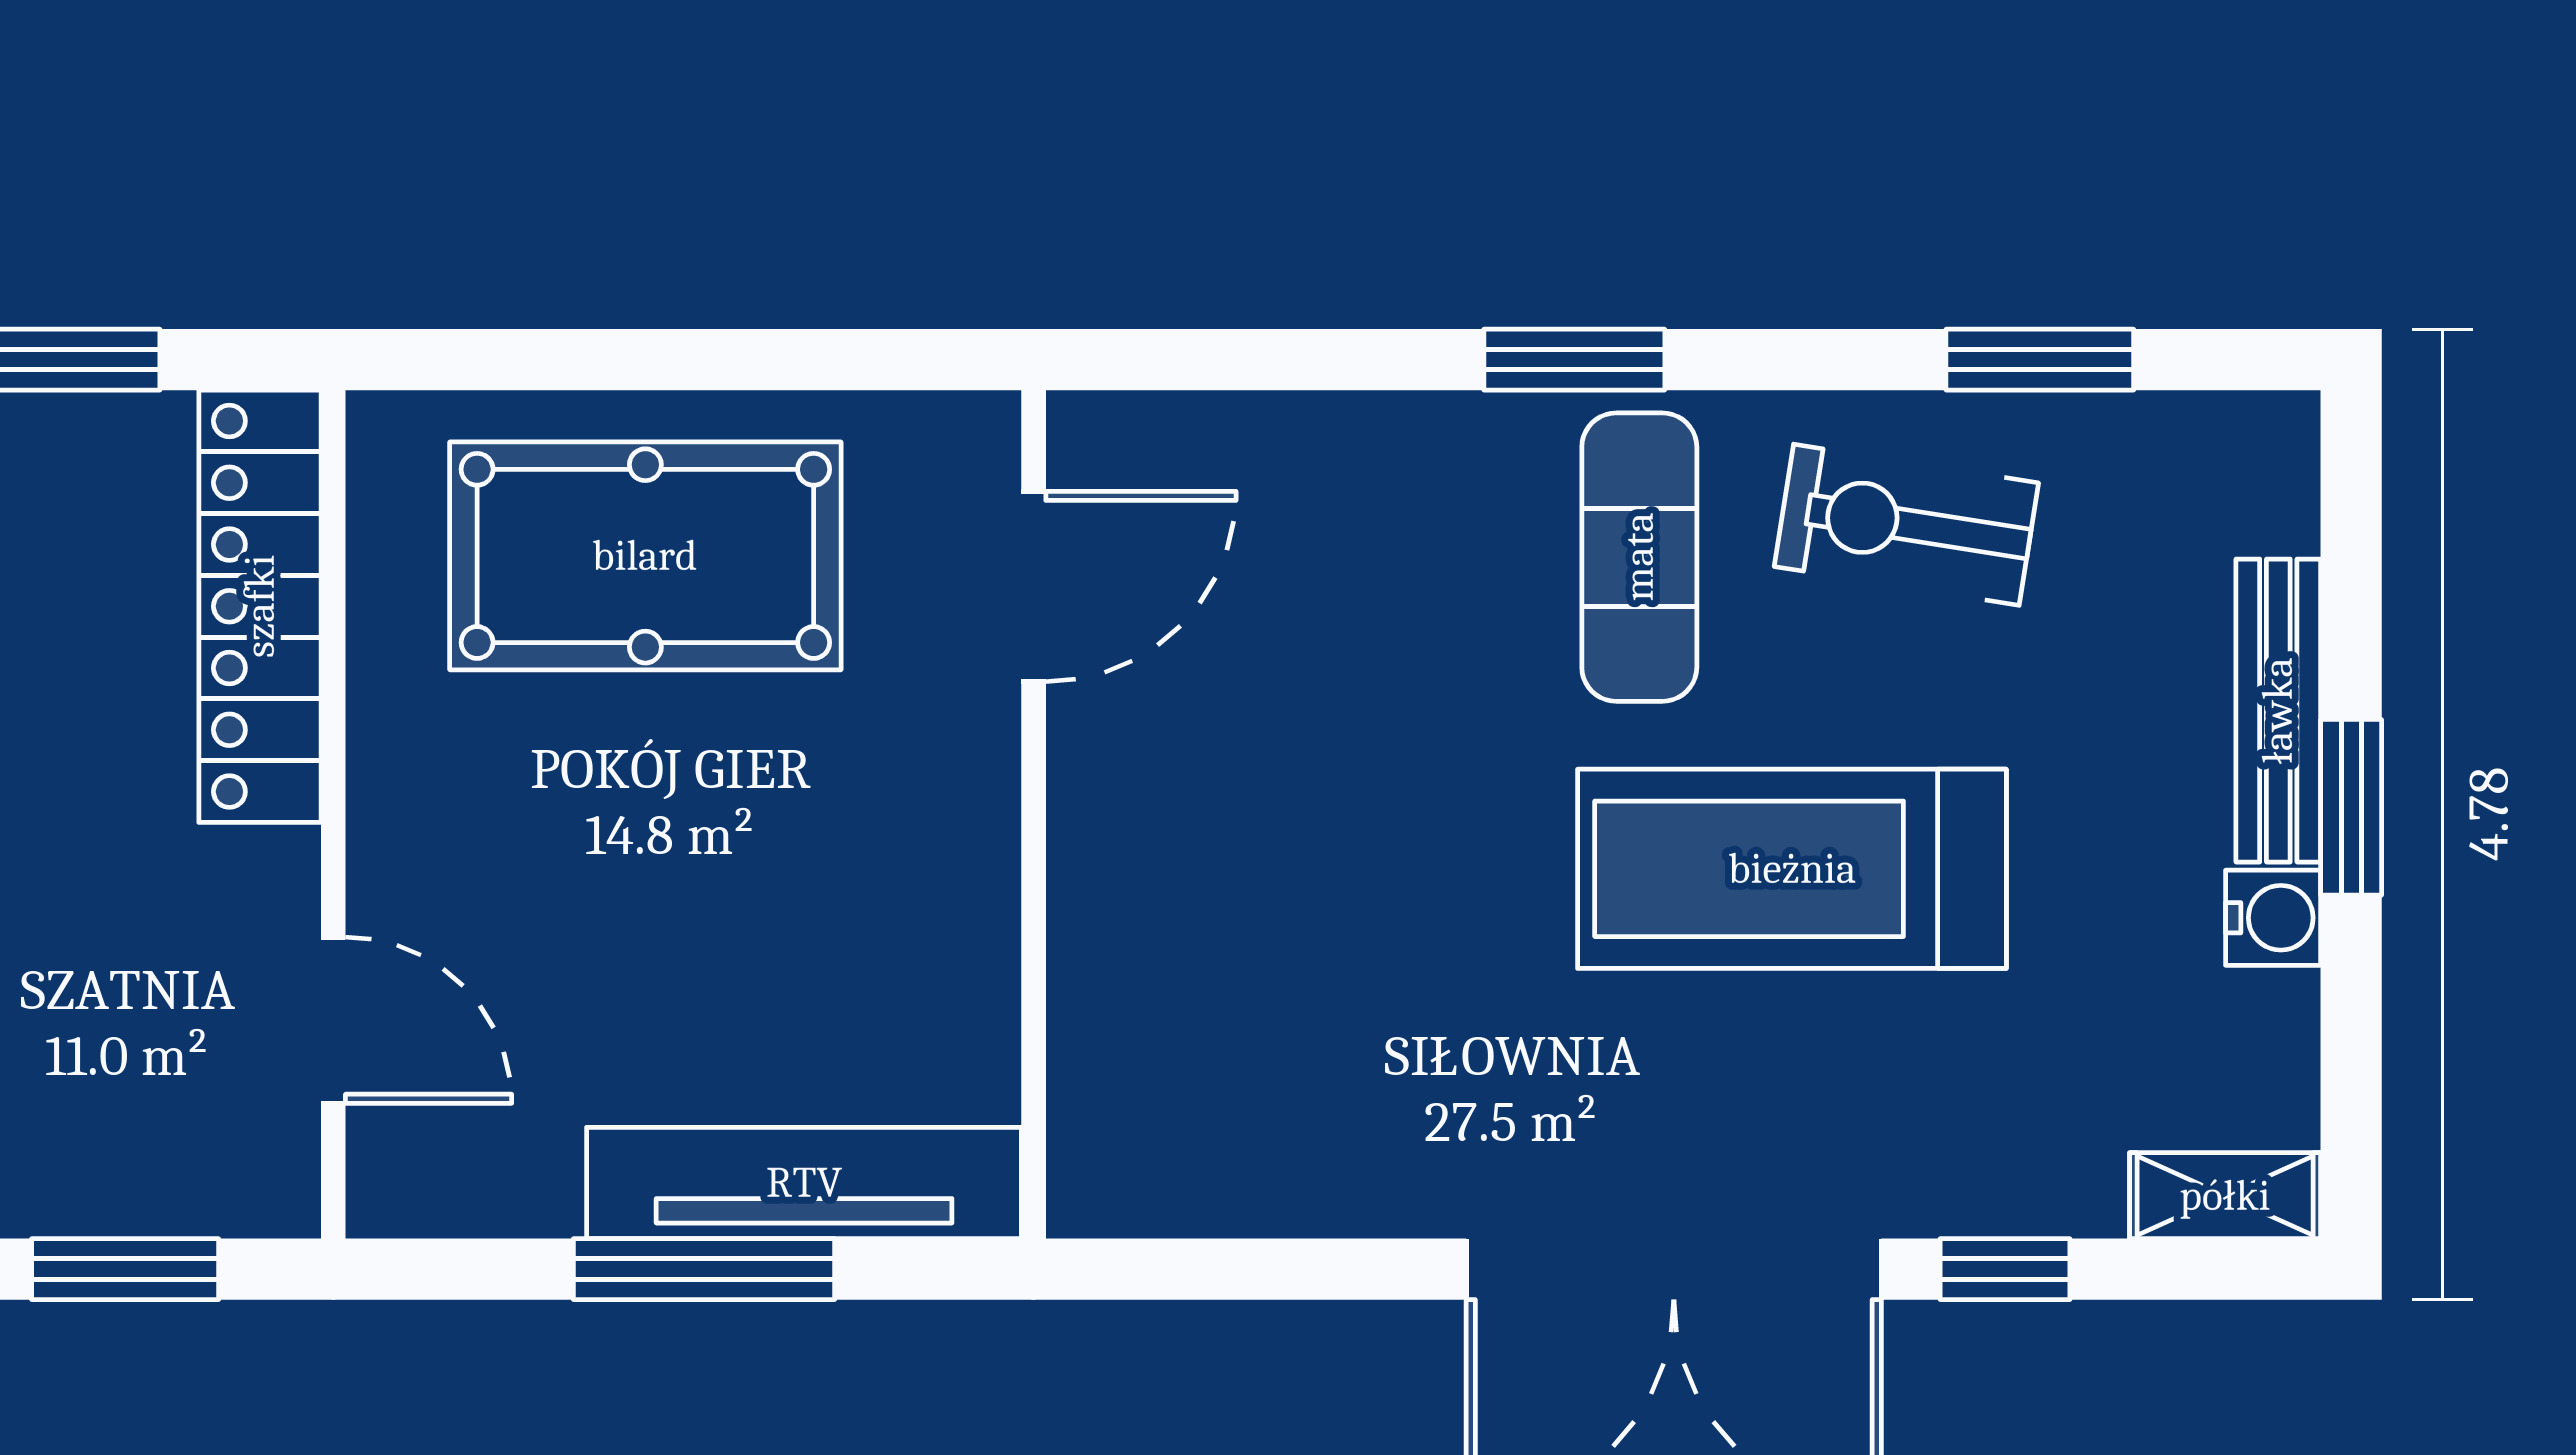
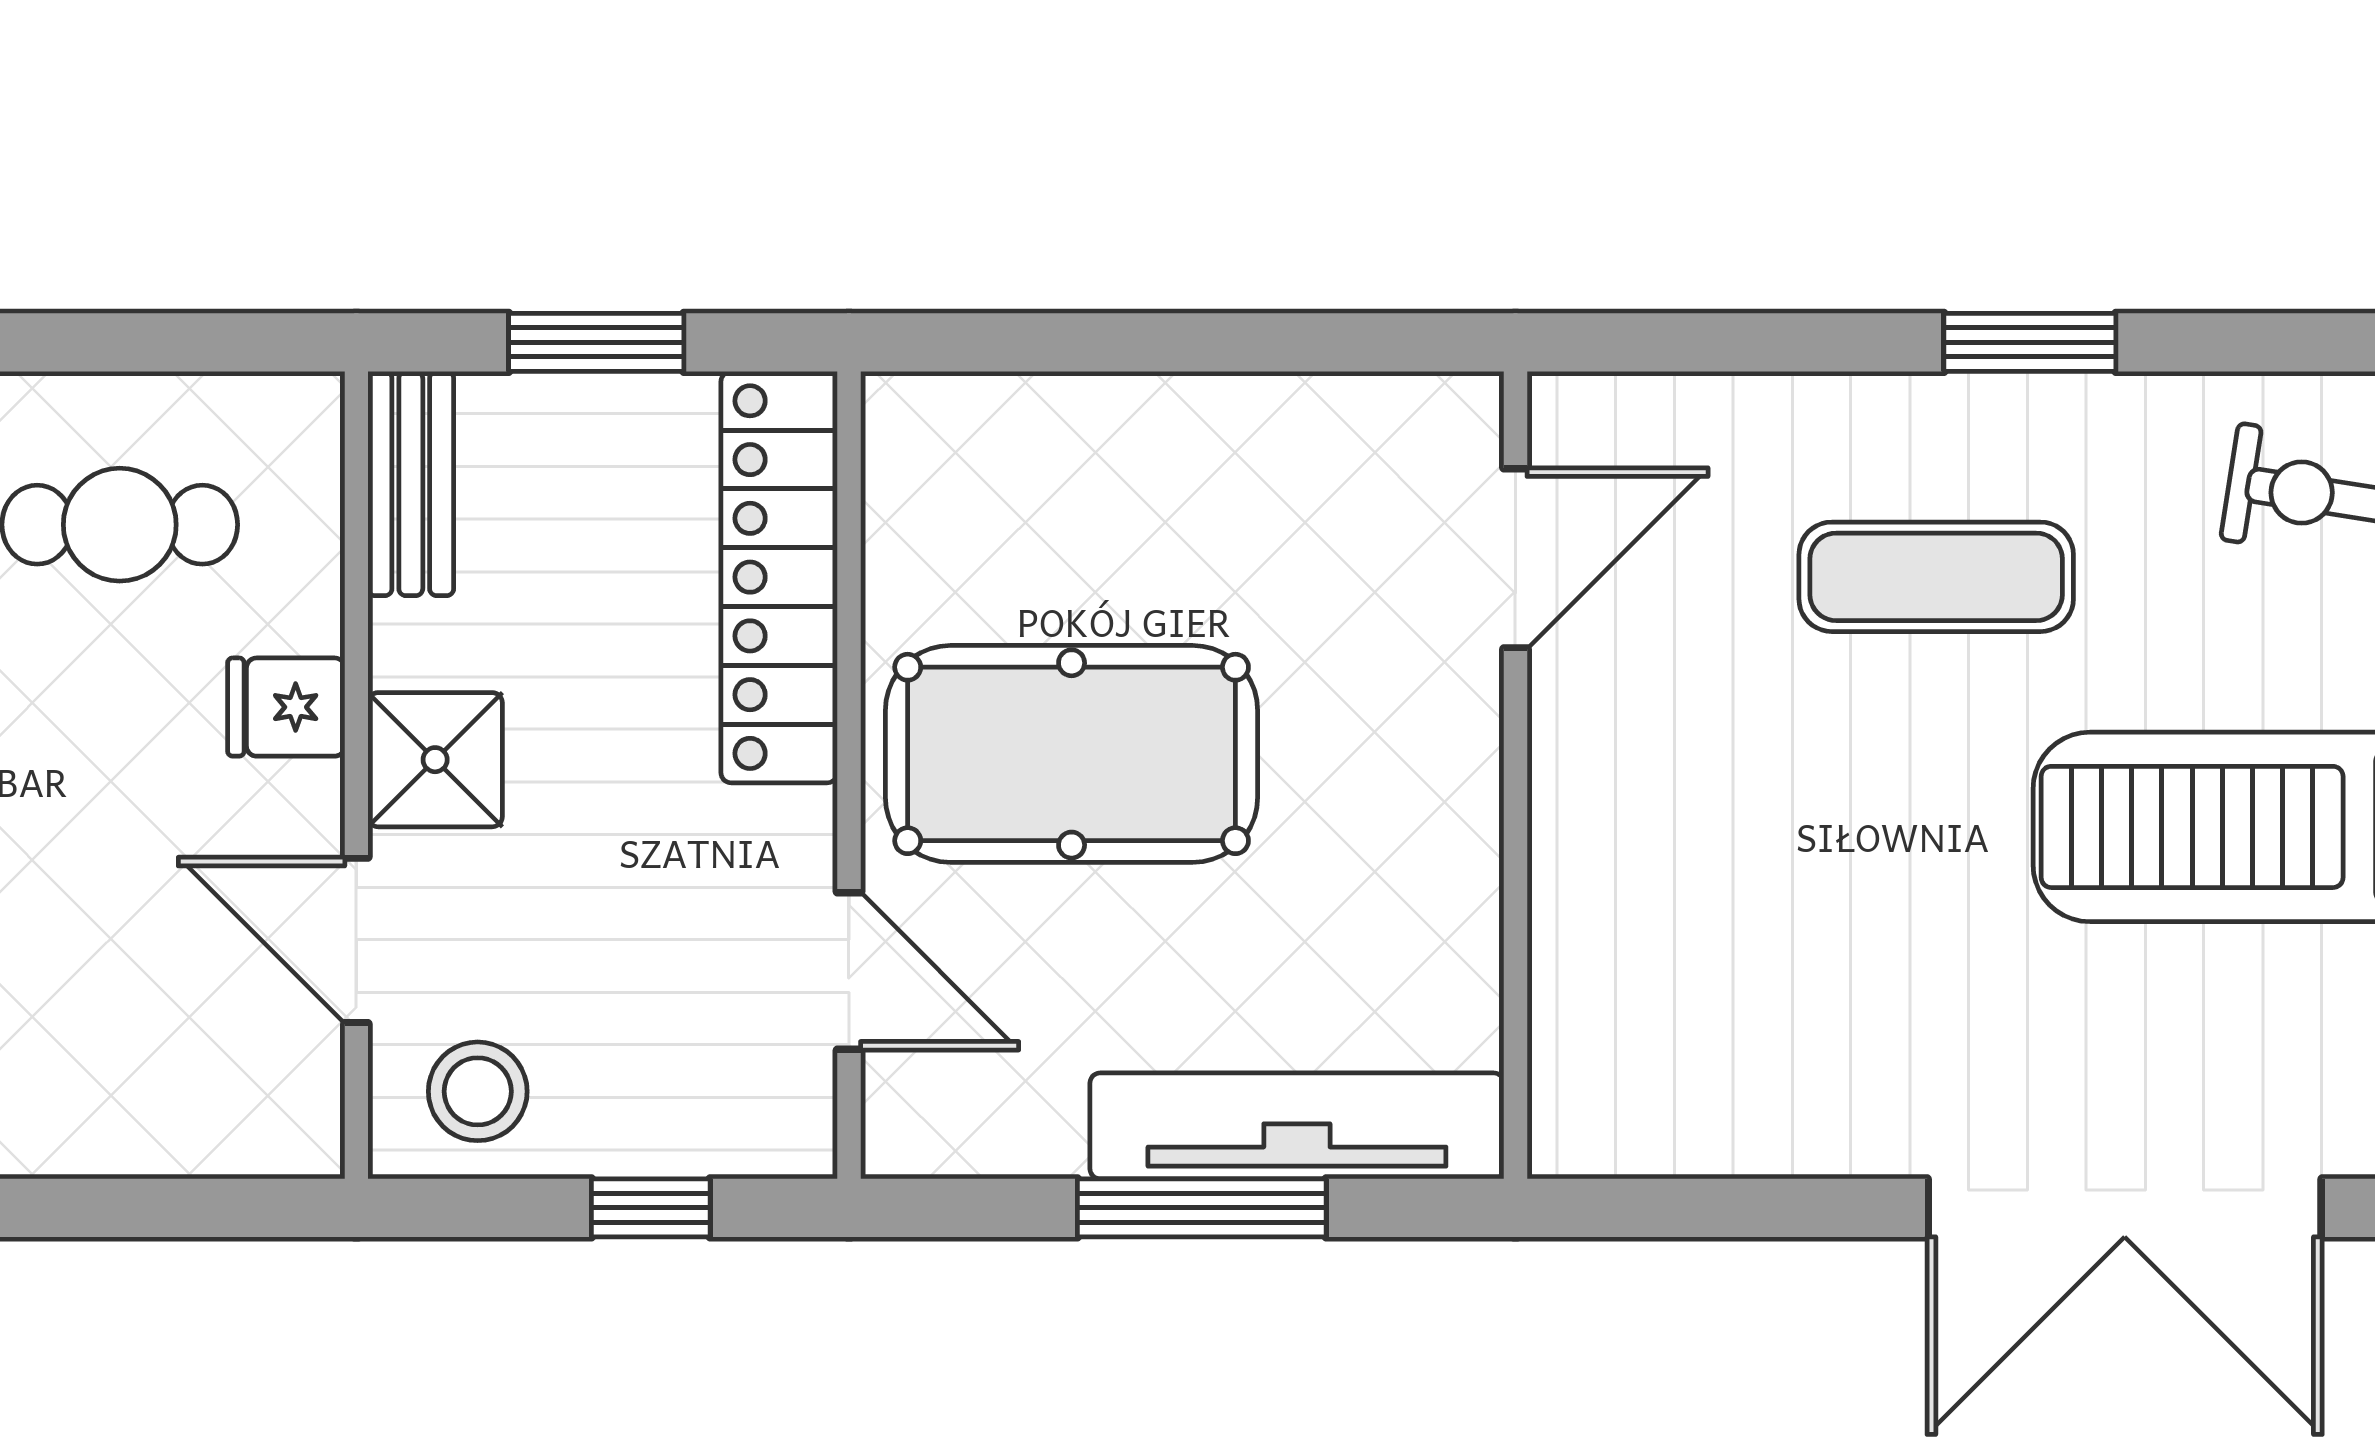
pool table: (645, 556) -> (1072, 754), moved
exercise mat: (1639, 557) -> (1936, 577), moved, turned 90
window: (125, 1269) -> (651, 1208), width x0.67

